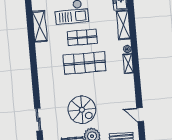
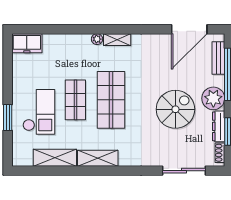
shelving: (123, 25) -> (98, 158), moved
door: (140, 115) -> (189, 29), width x1.87
sliding door: (38, 120) -> (184, 171), width x1.37

